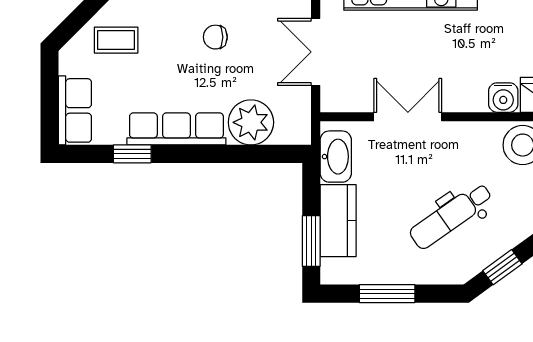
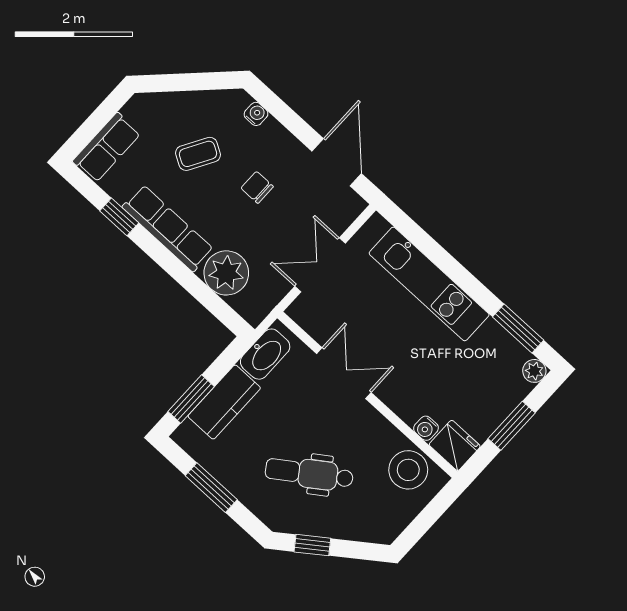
coffee table: (116, 40) -> (198, 154), moved, turned -60
water cooler: (503, 98) -> (426, 428), width x0.72, depth x0.72

